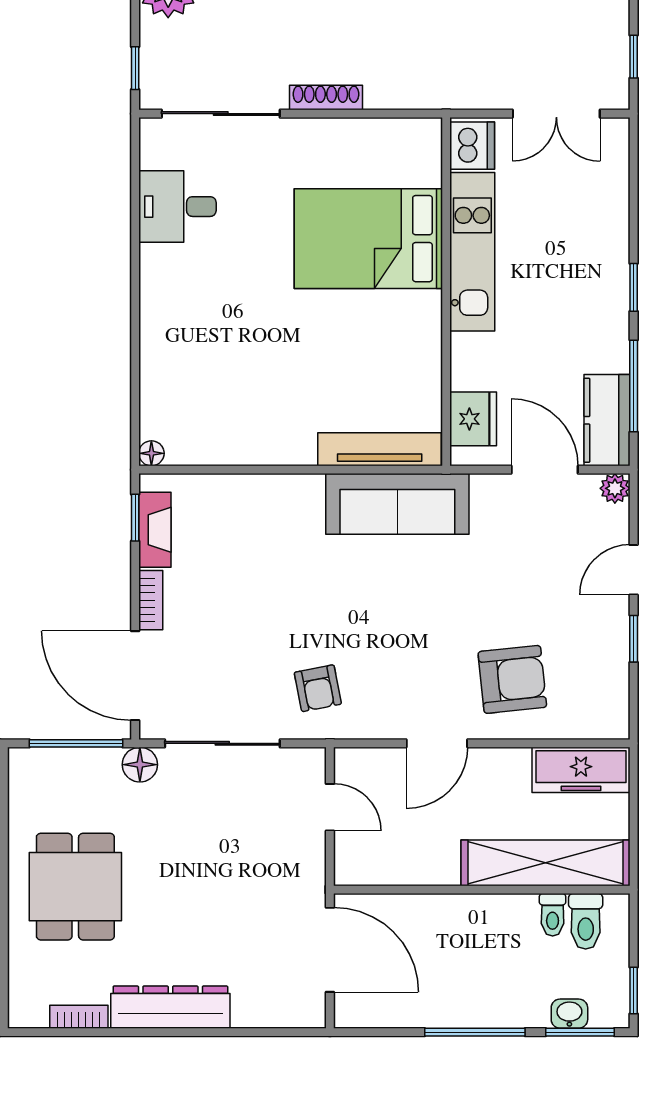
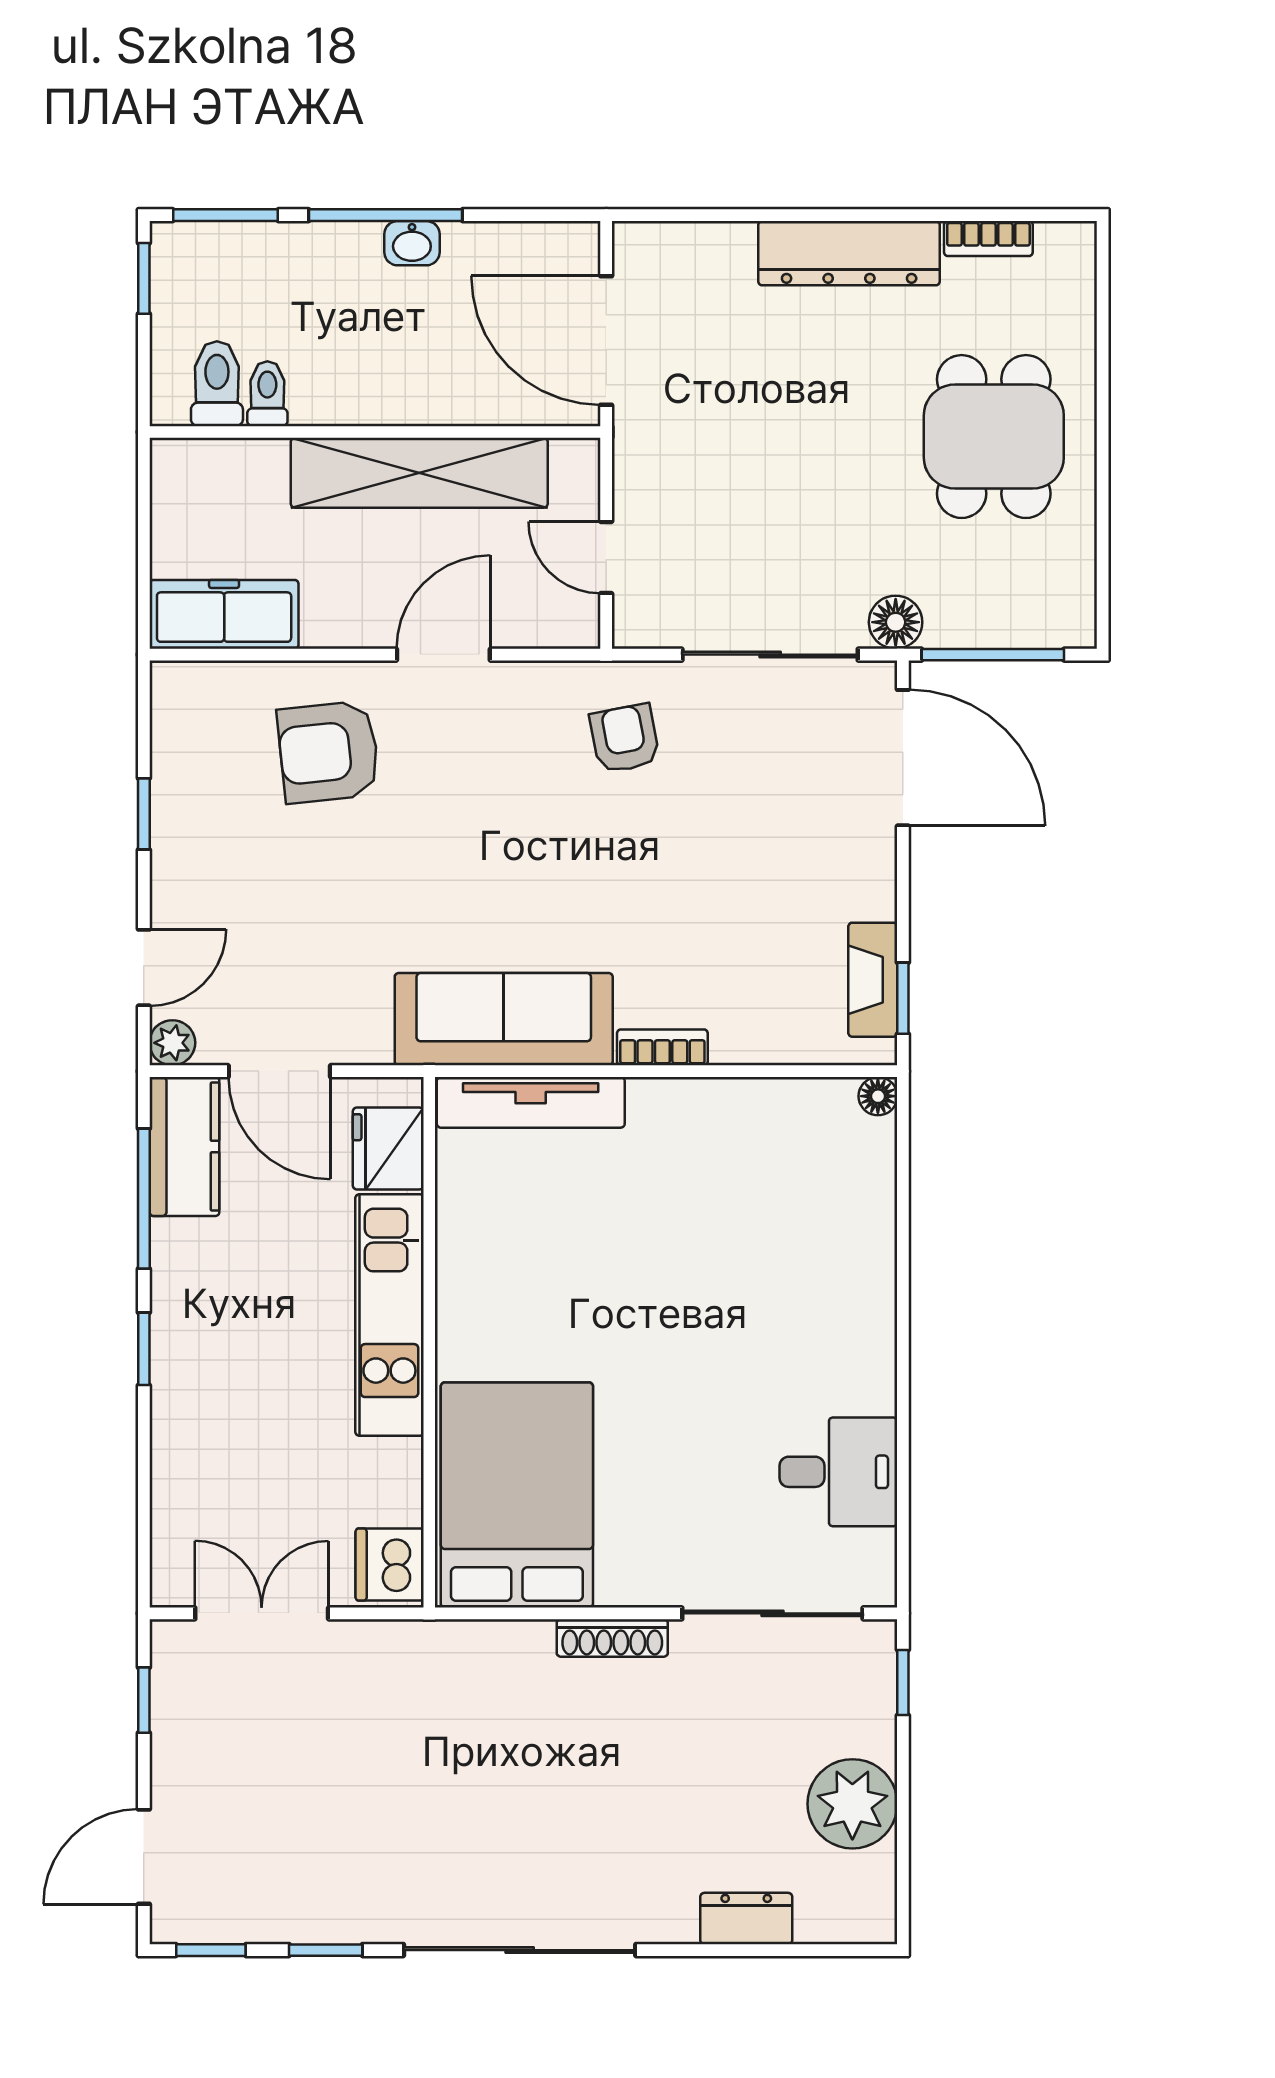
bed: (368, 239) -> (517, 1495), moved, turned -90
kitchen unit: (472, 252) -> (389, 1315), moved
door: (634, 570) -> (144, 968), moved
bookcase: (151, 600) -> (662, 1047), moved, turned 90
shelving: (546, 863) -> (419, 473), moved
washbasin: (569, 1014) -> (412, 243), moved

